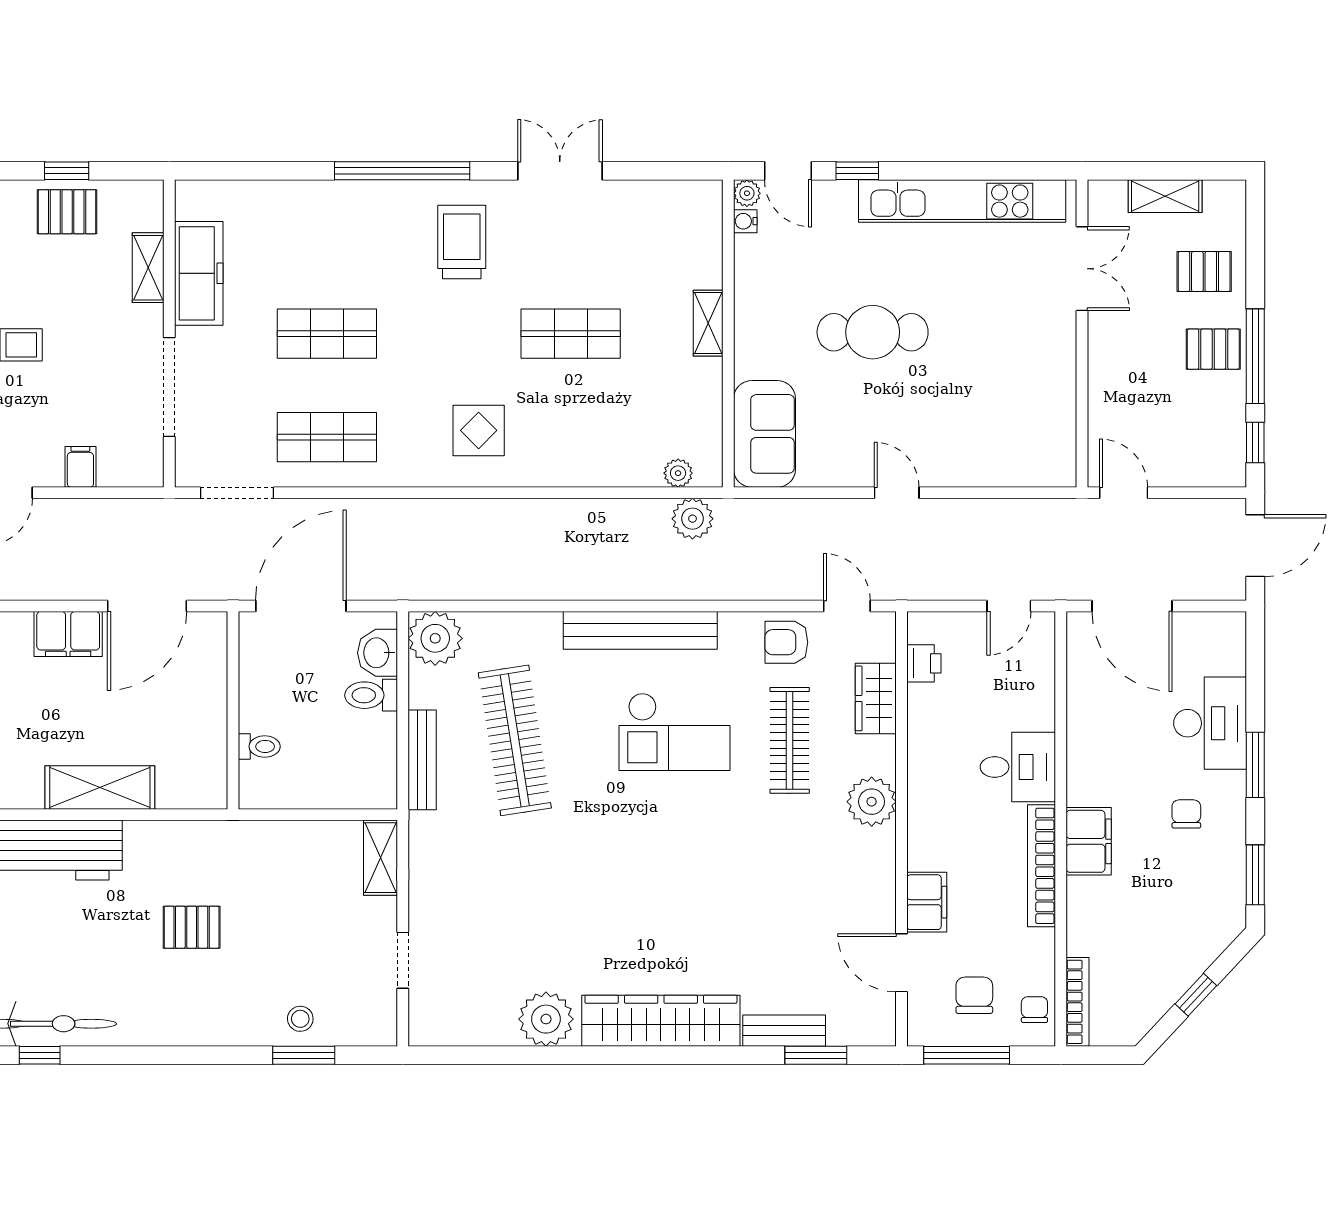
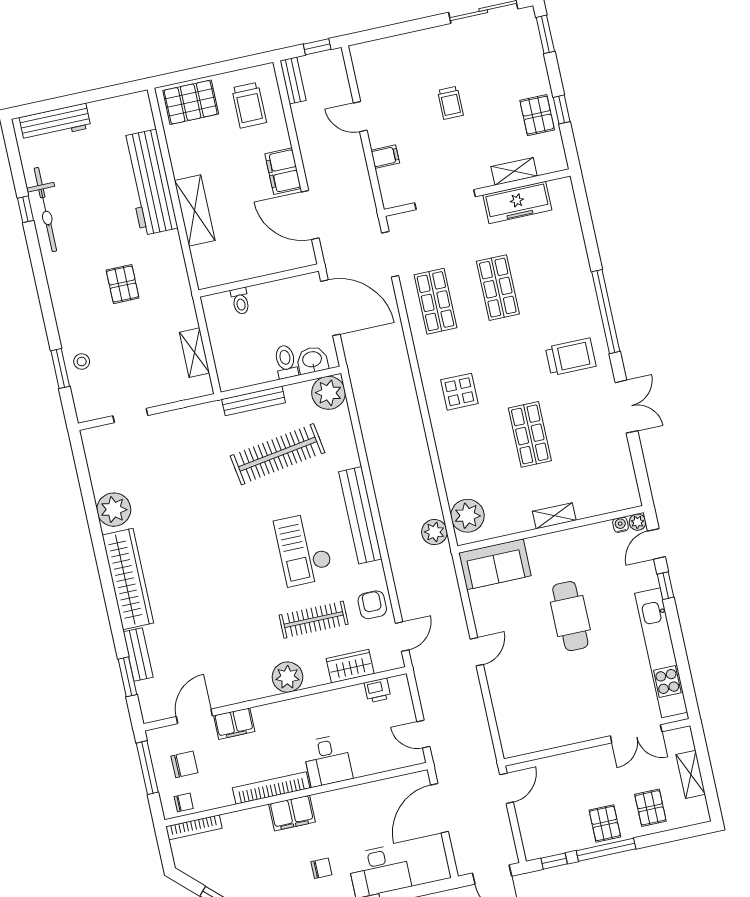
plant: (678, 473) -> (467, 516), width x1.88, depth x1.88
shelving: (381, 858) -> (194, 353), moved, turned 90

